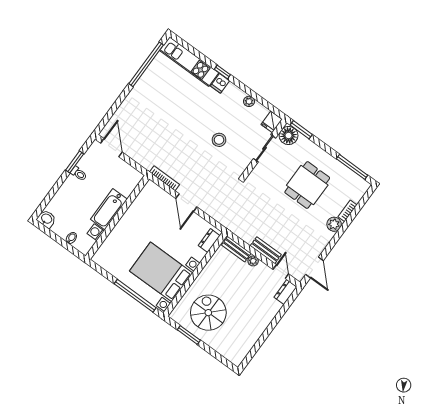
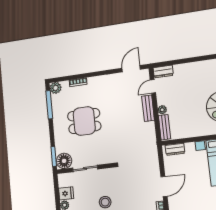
fridge: (272, 122) -> (66, 193), moved
plant: (334, 224) -> (56, 88), moved

